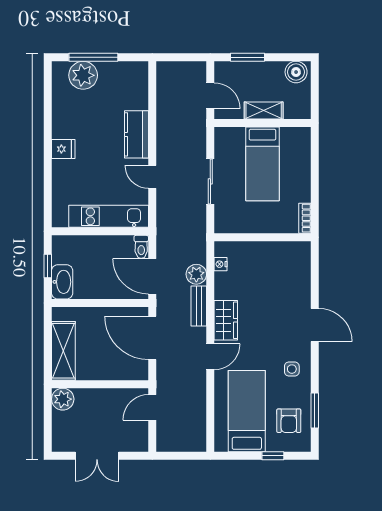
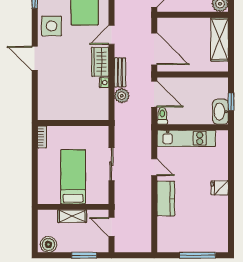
plant: (83, 75) -> (205, 242), removed
nightstand: (220, 264) -> (104, 83), moved
washbasin: (62, 282) -> (220, 112), moved
side table: (292, 369) -> (52, 26), width x1.87, depth x1.87

